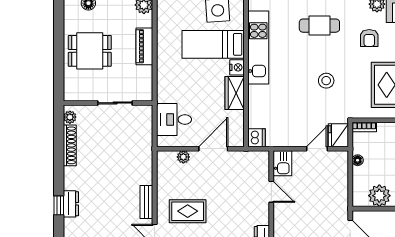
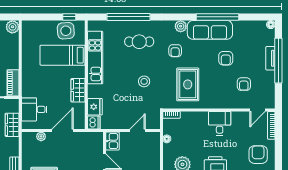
piano: (144, 46) -> (13, 83), moved
nightstand: (237, 67) -> (80, 72), removed
fridge: (338, 135) -> (95, 107), moved, turned 180
wardrobe: (143, 141) -> (12, 125), added

